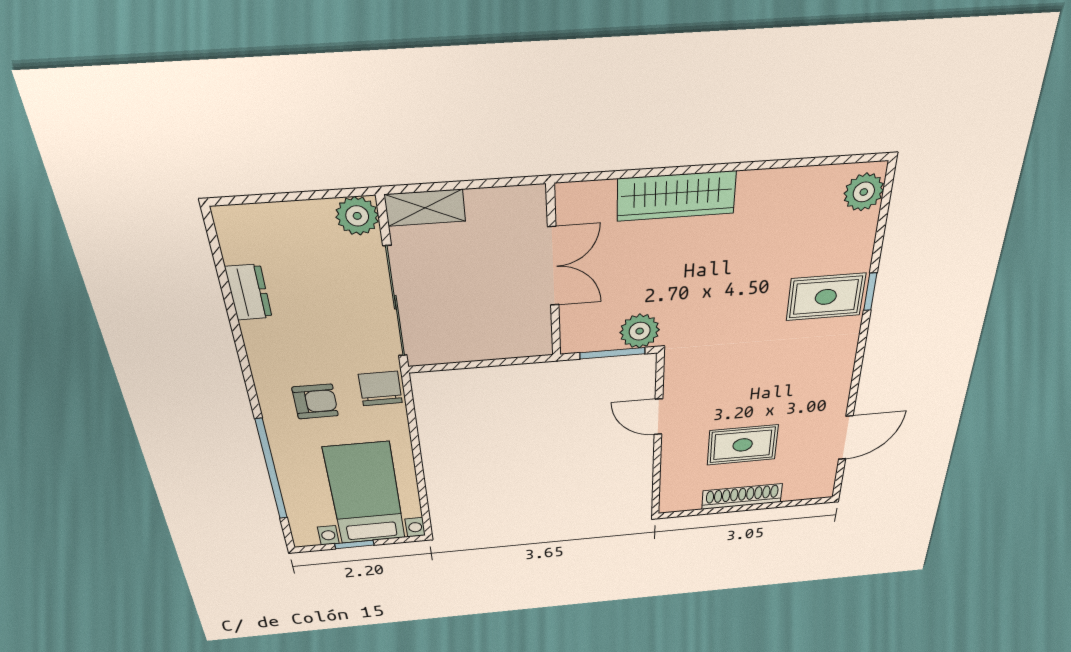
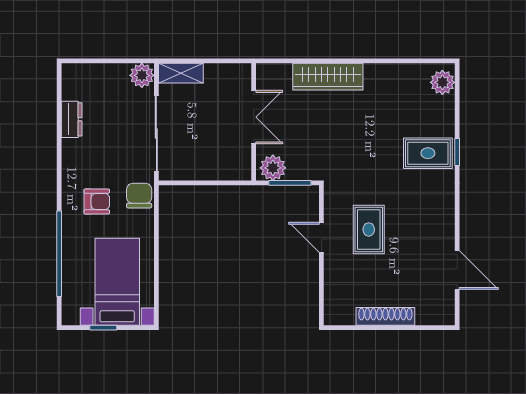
plant: (640, 331) -> (273, 168), moved
door: (846, 438) -> (457, 270), hinge flipped
rug: (743, 445) -> (369, 229), moved, turned 90

